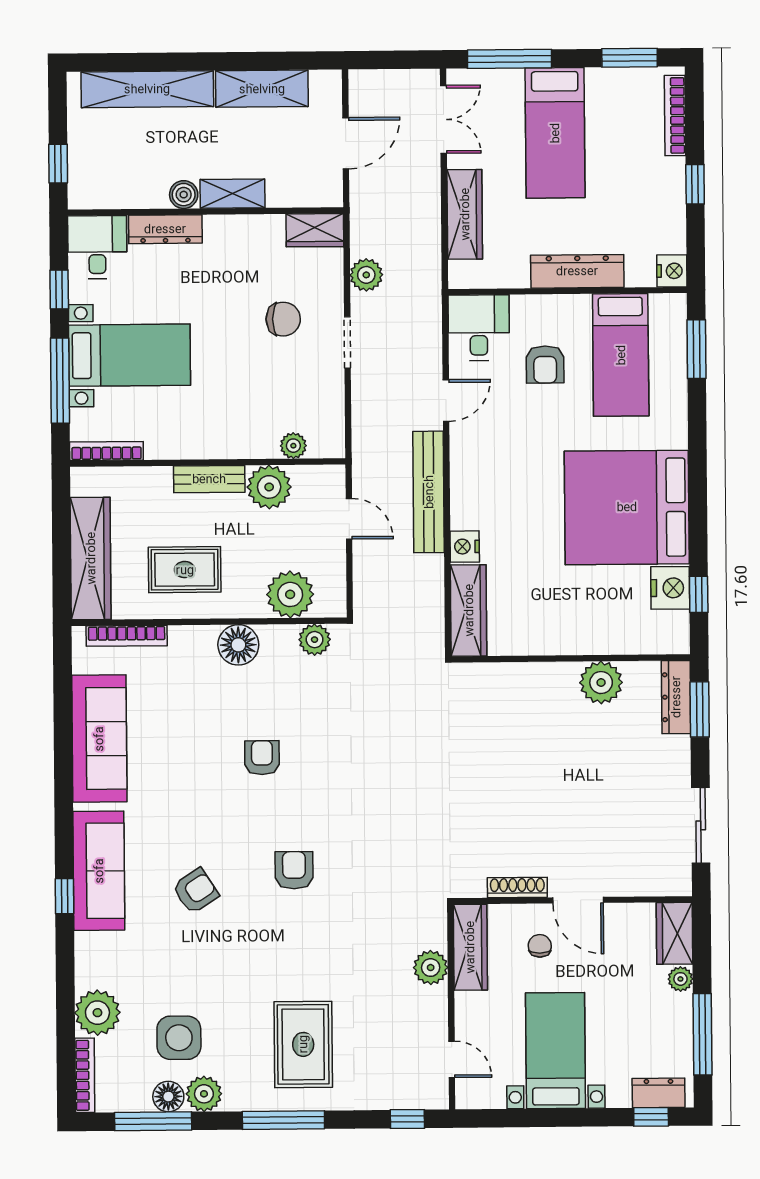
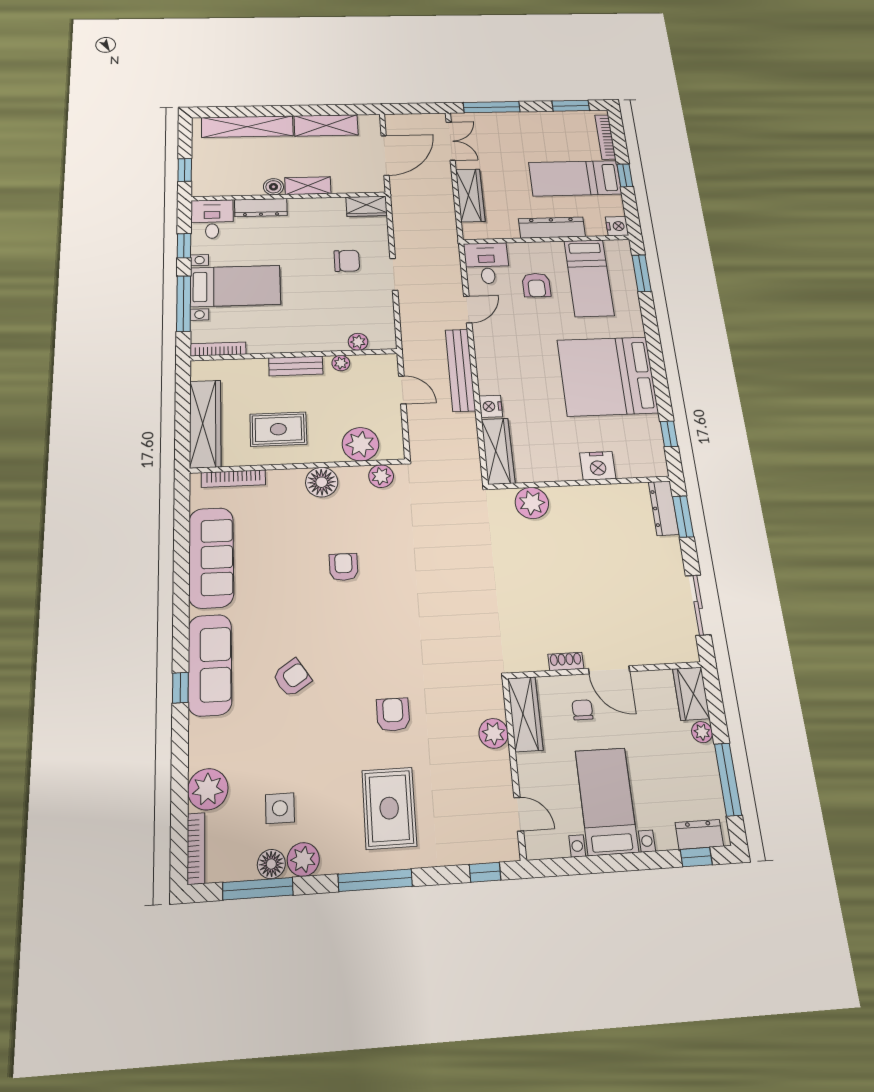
bed: (555, 133) -> (575, 178), moved, turned 90
door: (346, 143) -> (385, 155), width x1.36
plant: (366, 275) -> (405, 233), removed
plant: (269, 487) -> (341, 363), width x0.53, depth x0.53
nightstand: (670, 588) -> (598, 466), moved, turned 90
plant: (601, 683) -> (532, 503), moved
armchair: (294, 870) -> (393, 715), moved
shoe rack: (517, 887) -> (566, 661), width x0.70
side table: (179, 1038) -> (280, 808), width x0.73, depth x0.73

